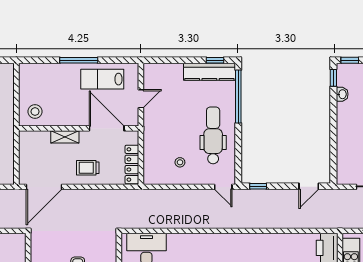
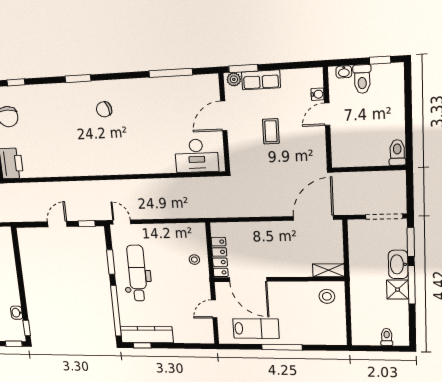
dental chair: (213, 135) -> (137, 273), turned 180
shelving: (65, 137) -> (328, 270), moved
window: (238, 147) -> (111, 262), added
stool: (180, 162) -> (194, 260), moved
locker: (132, 164) -> (220, 257), moved
trolley: (88, 168) -> (266, 239), removed
door: (309, 186) -> (57, 224), moved

